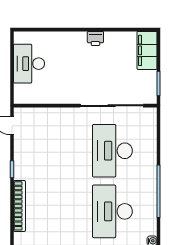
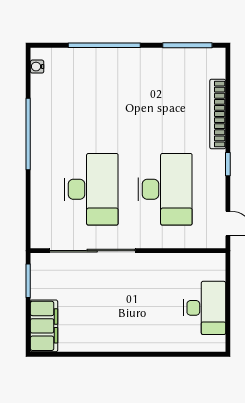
printer: (95, 38) -> (114, 342), removed
desk: (112, 211) -> (165, 189), moved

